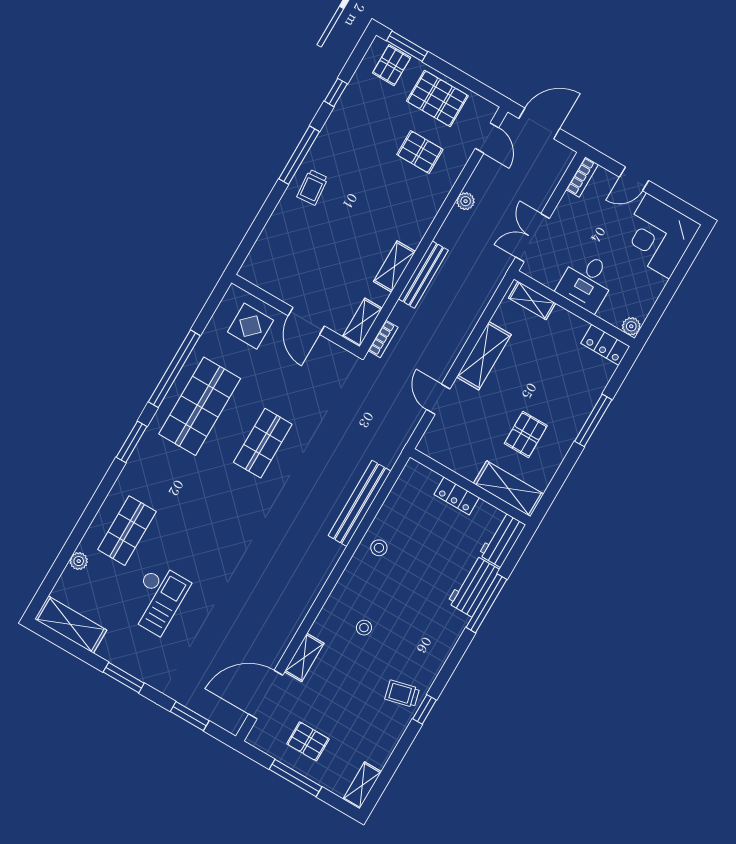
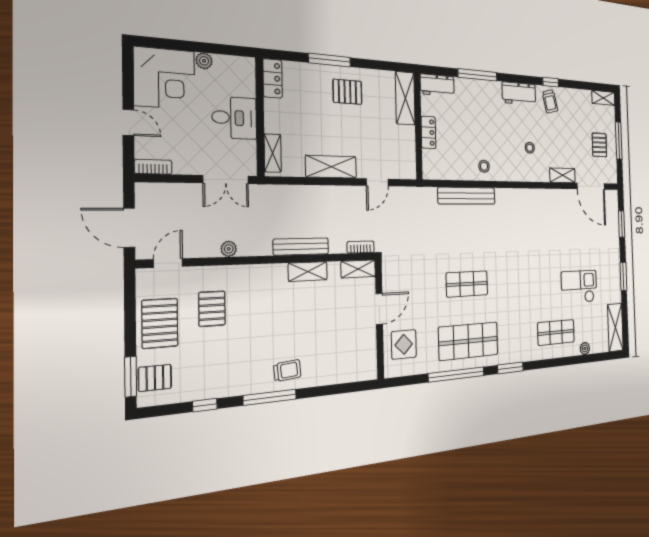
plant: (631, 326) -> (204, 61), moved
pallet: (526, 434) -> (347, 92), moved
workbench: (473, 586) -> (519, 94), moved

